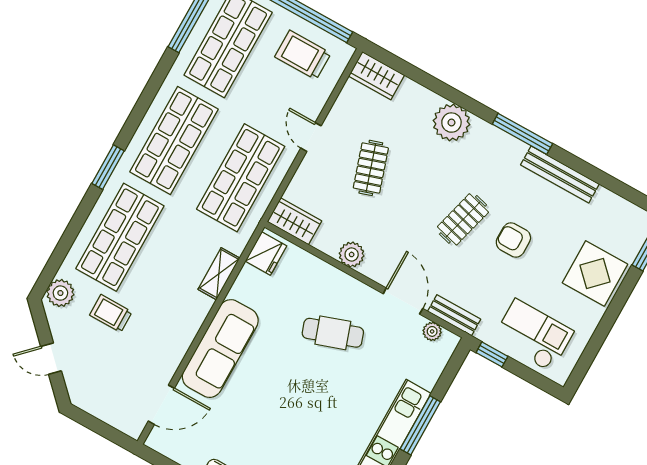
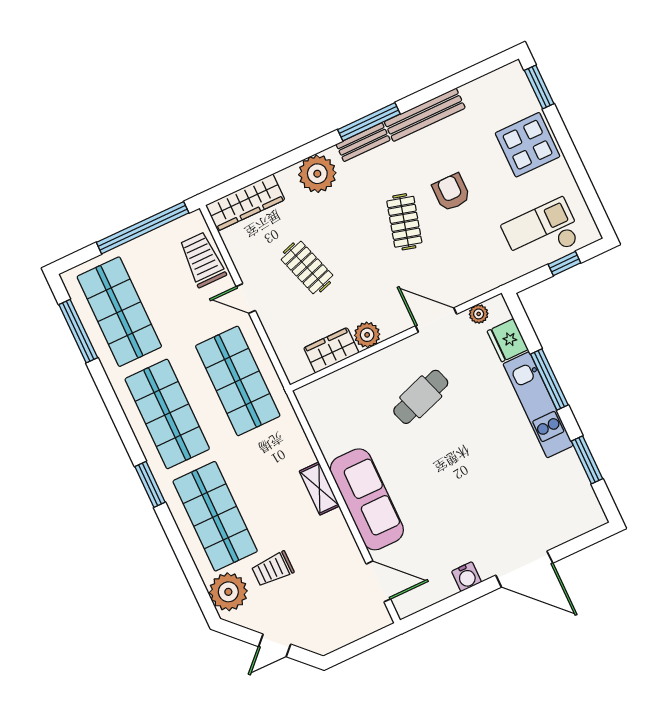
trolley: (303, 55) -> (202, 260), moved, turned 90
wardrobe: (377, 76) -> (245, 202), width x1.50
wardrobe: (294, 221) -> (331, 350), moved
armchair: (513, 240) -> (451, 192), turned 90
fridge: (266, 253) -> (508, 340), moved, turned 180
shelving: (219, 274) -> (319, 489), moved
plant: (60, 293) -> (228, 592), width x1.36, depth x1.36
bench: (454, 315) -> (363, 142), moved
window: (492, 354) -> (564, 264), moved
door: (161, 405) -> (378, 581), hinge flipped

